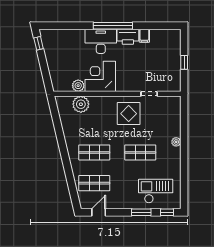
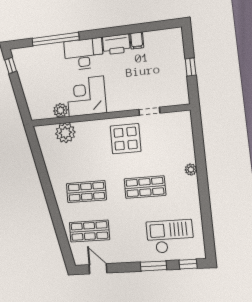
window: (113, 26) -> (55, 39), moved
door: (99, 212) -> (98, 269), hinge flipped

